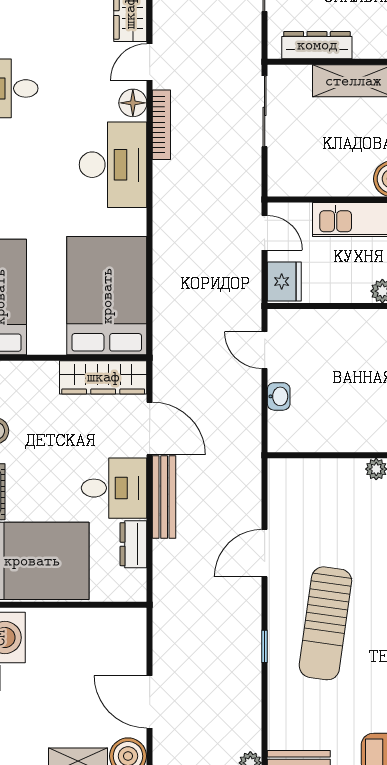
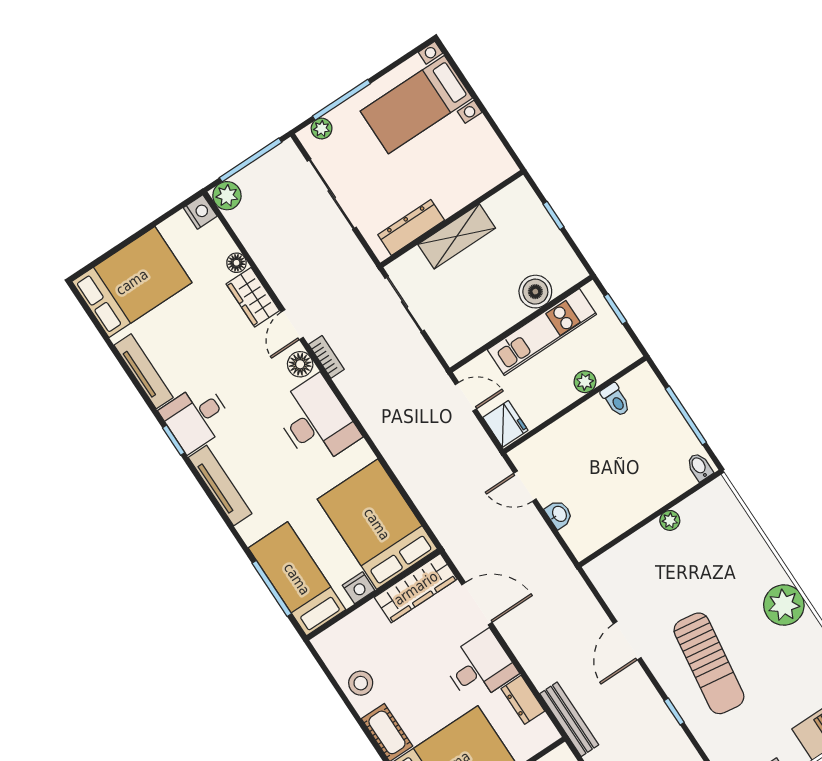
bookcase: (161, 125) -> (326, 357), width x0.64
nightstand: (51, 342) -> (359, 588), added
bench: (164, 497) -> (569, 719), moved

